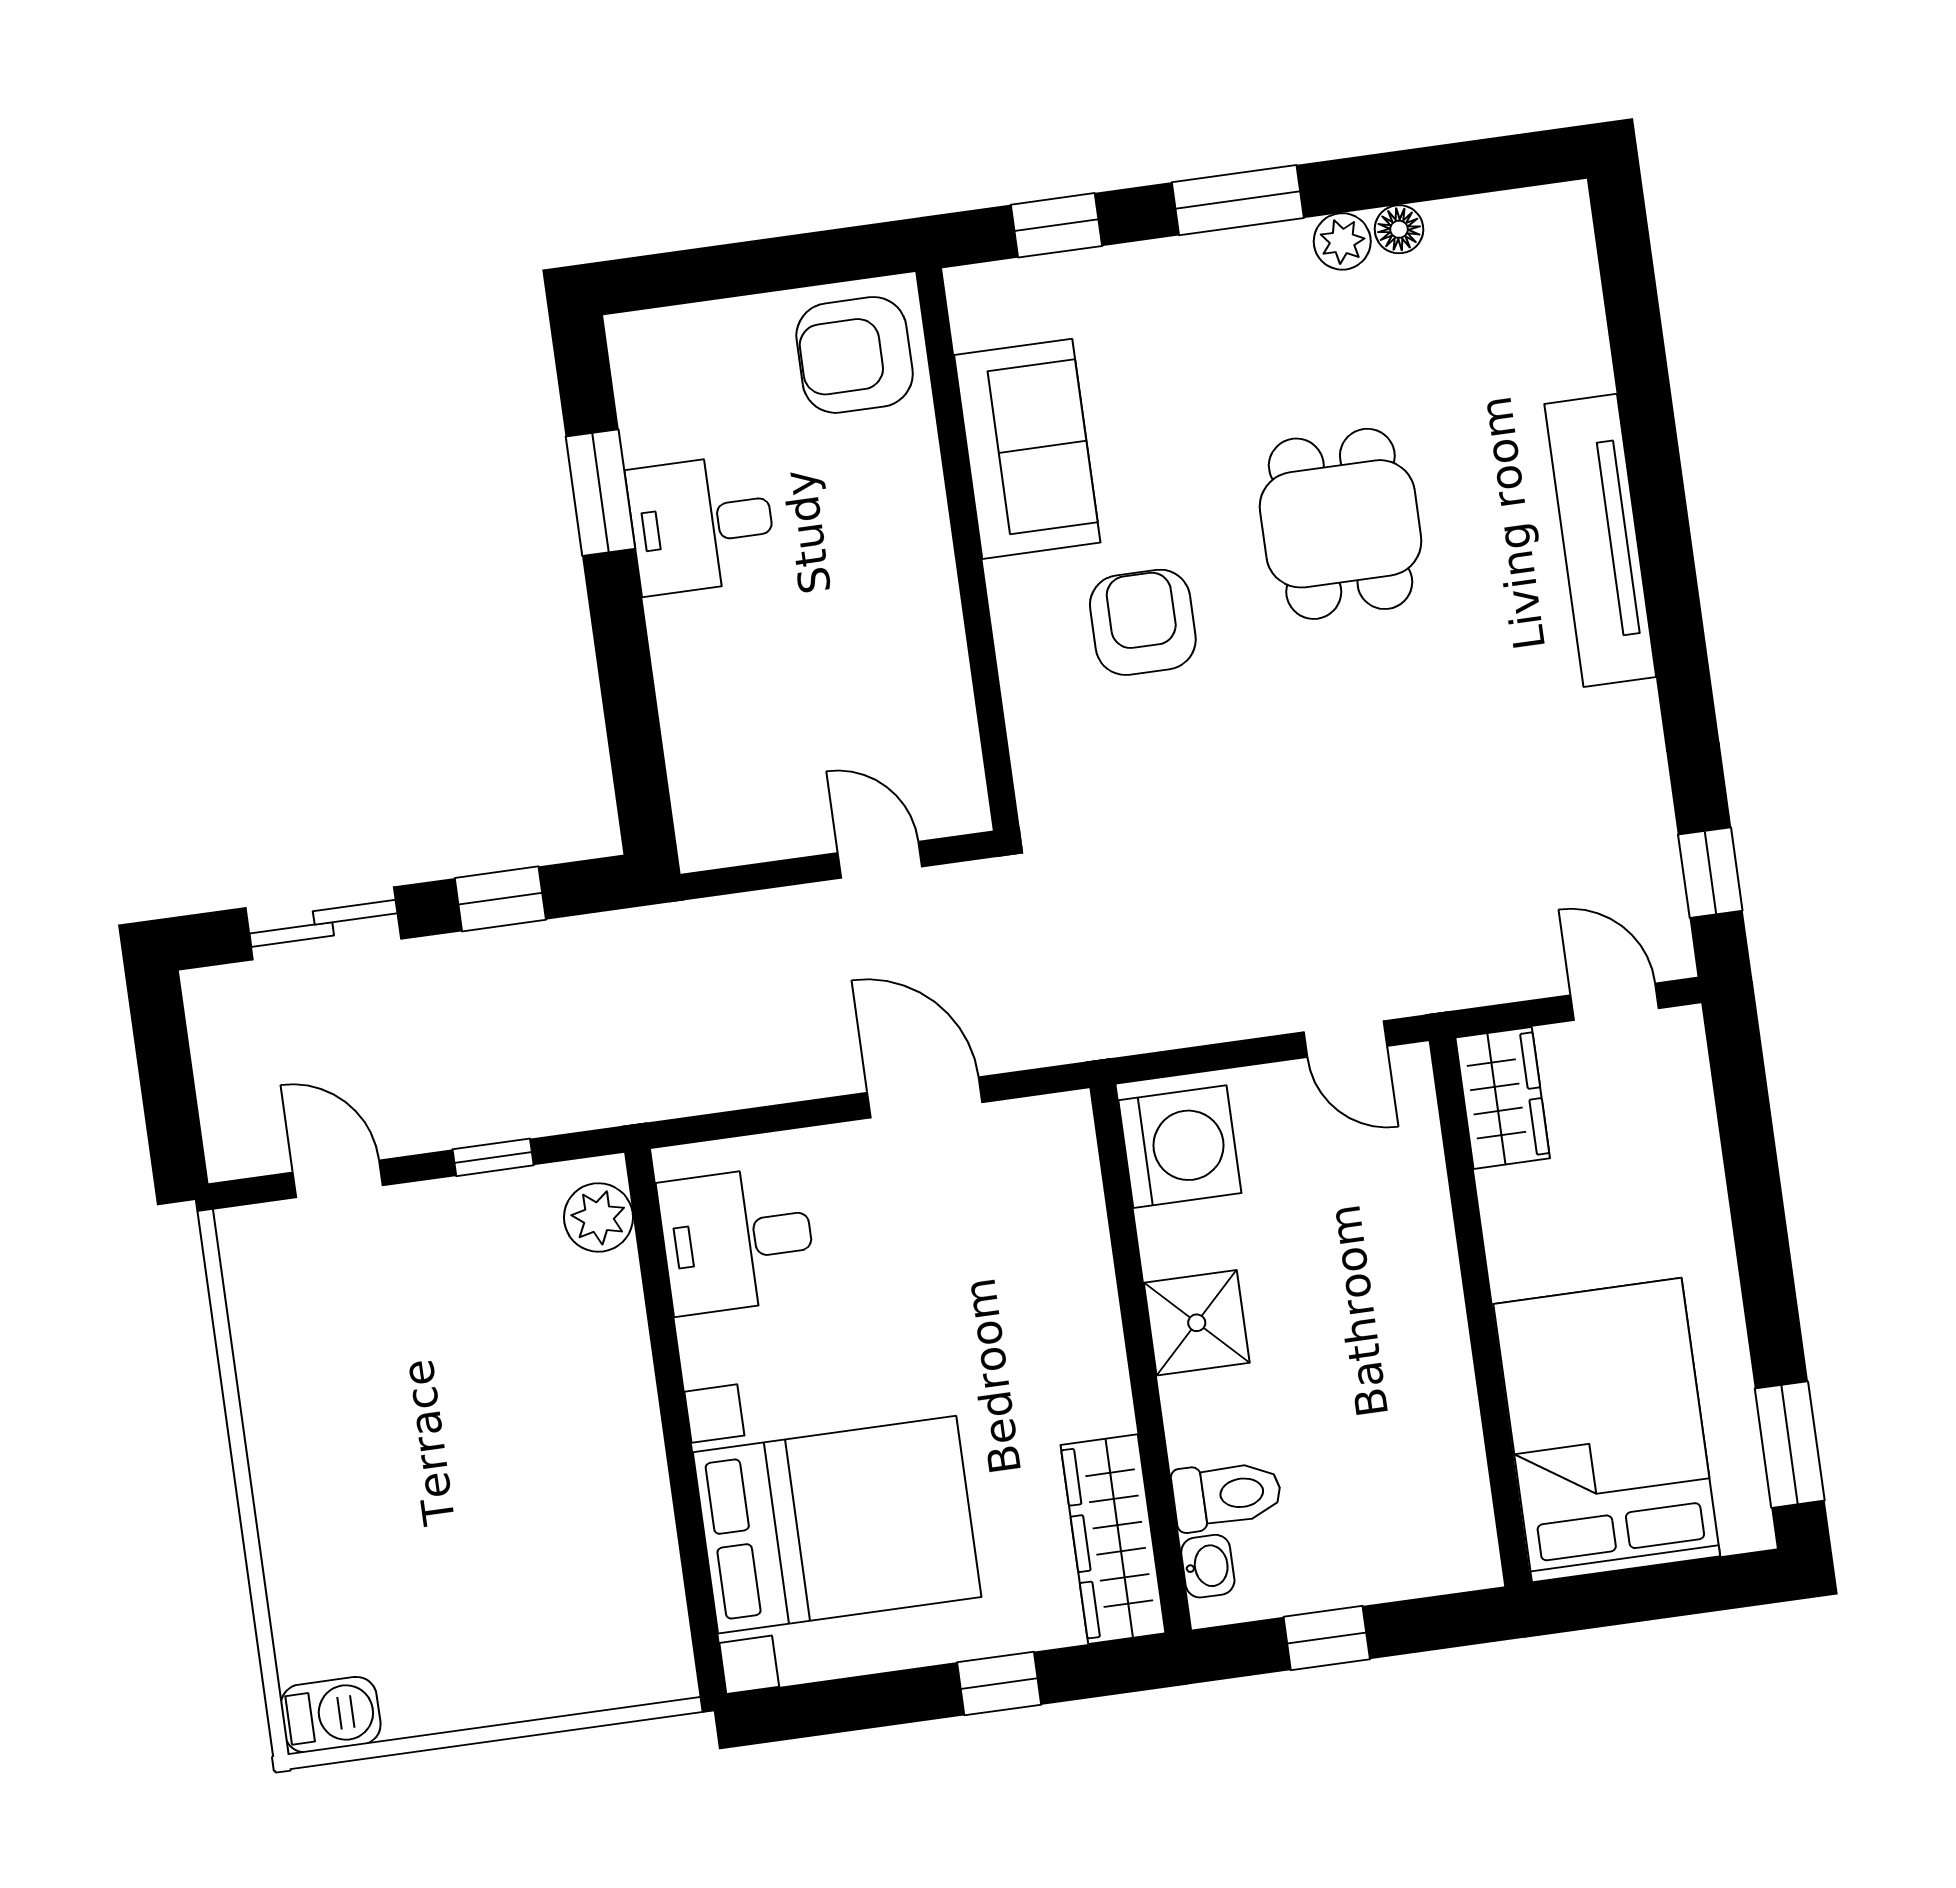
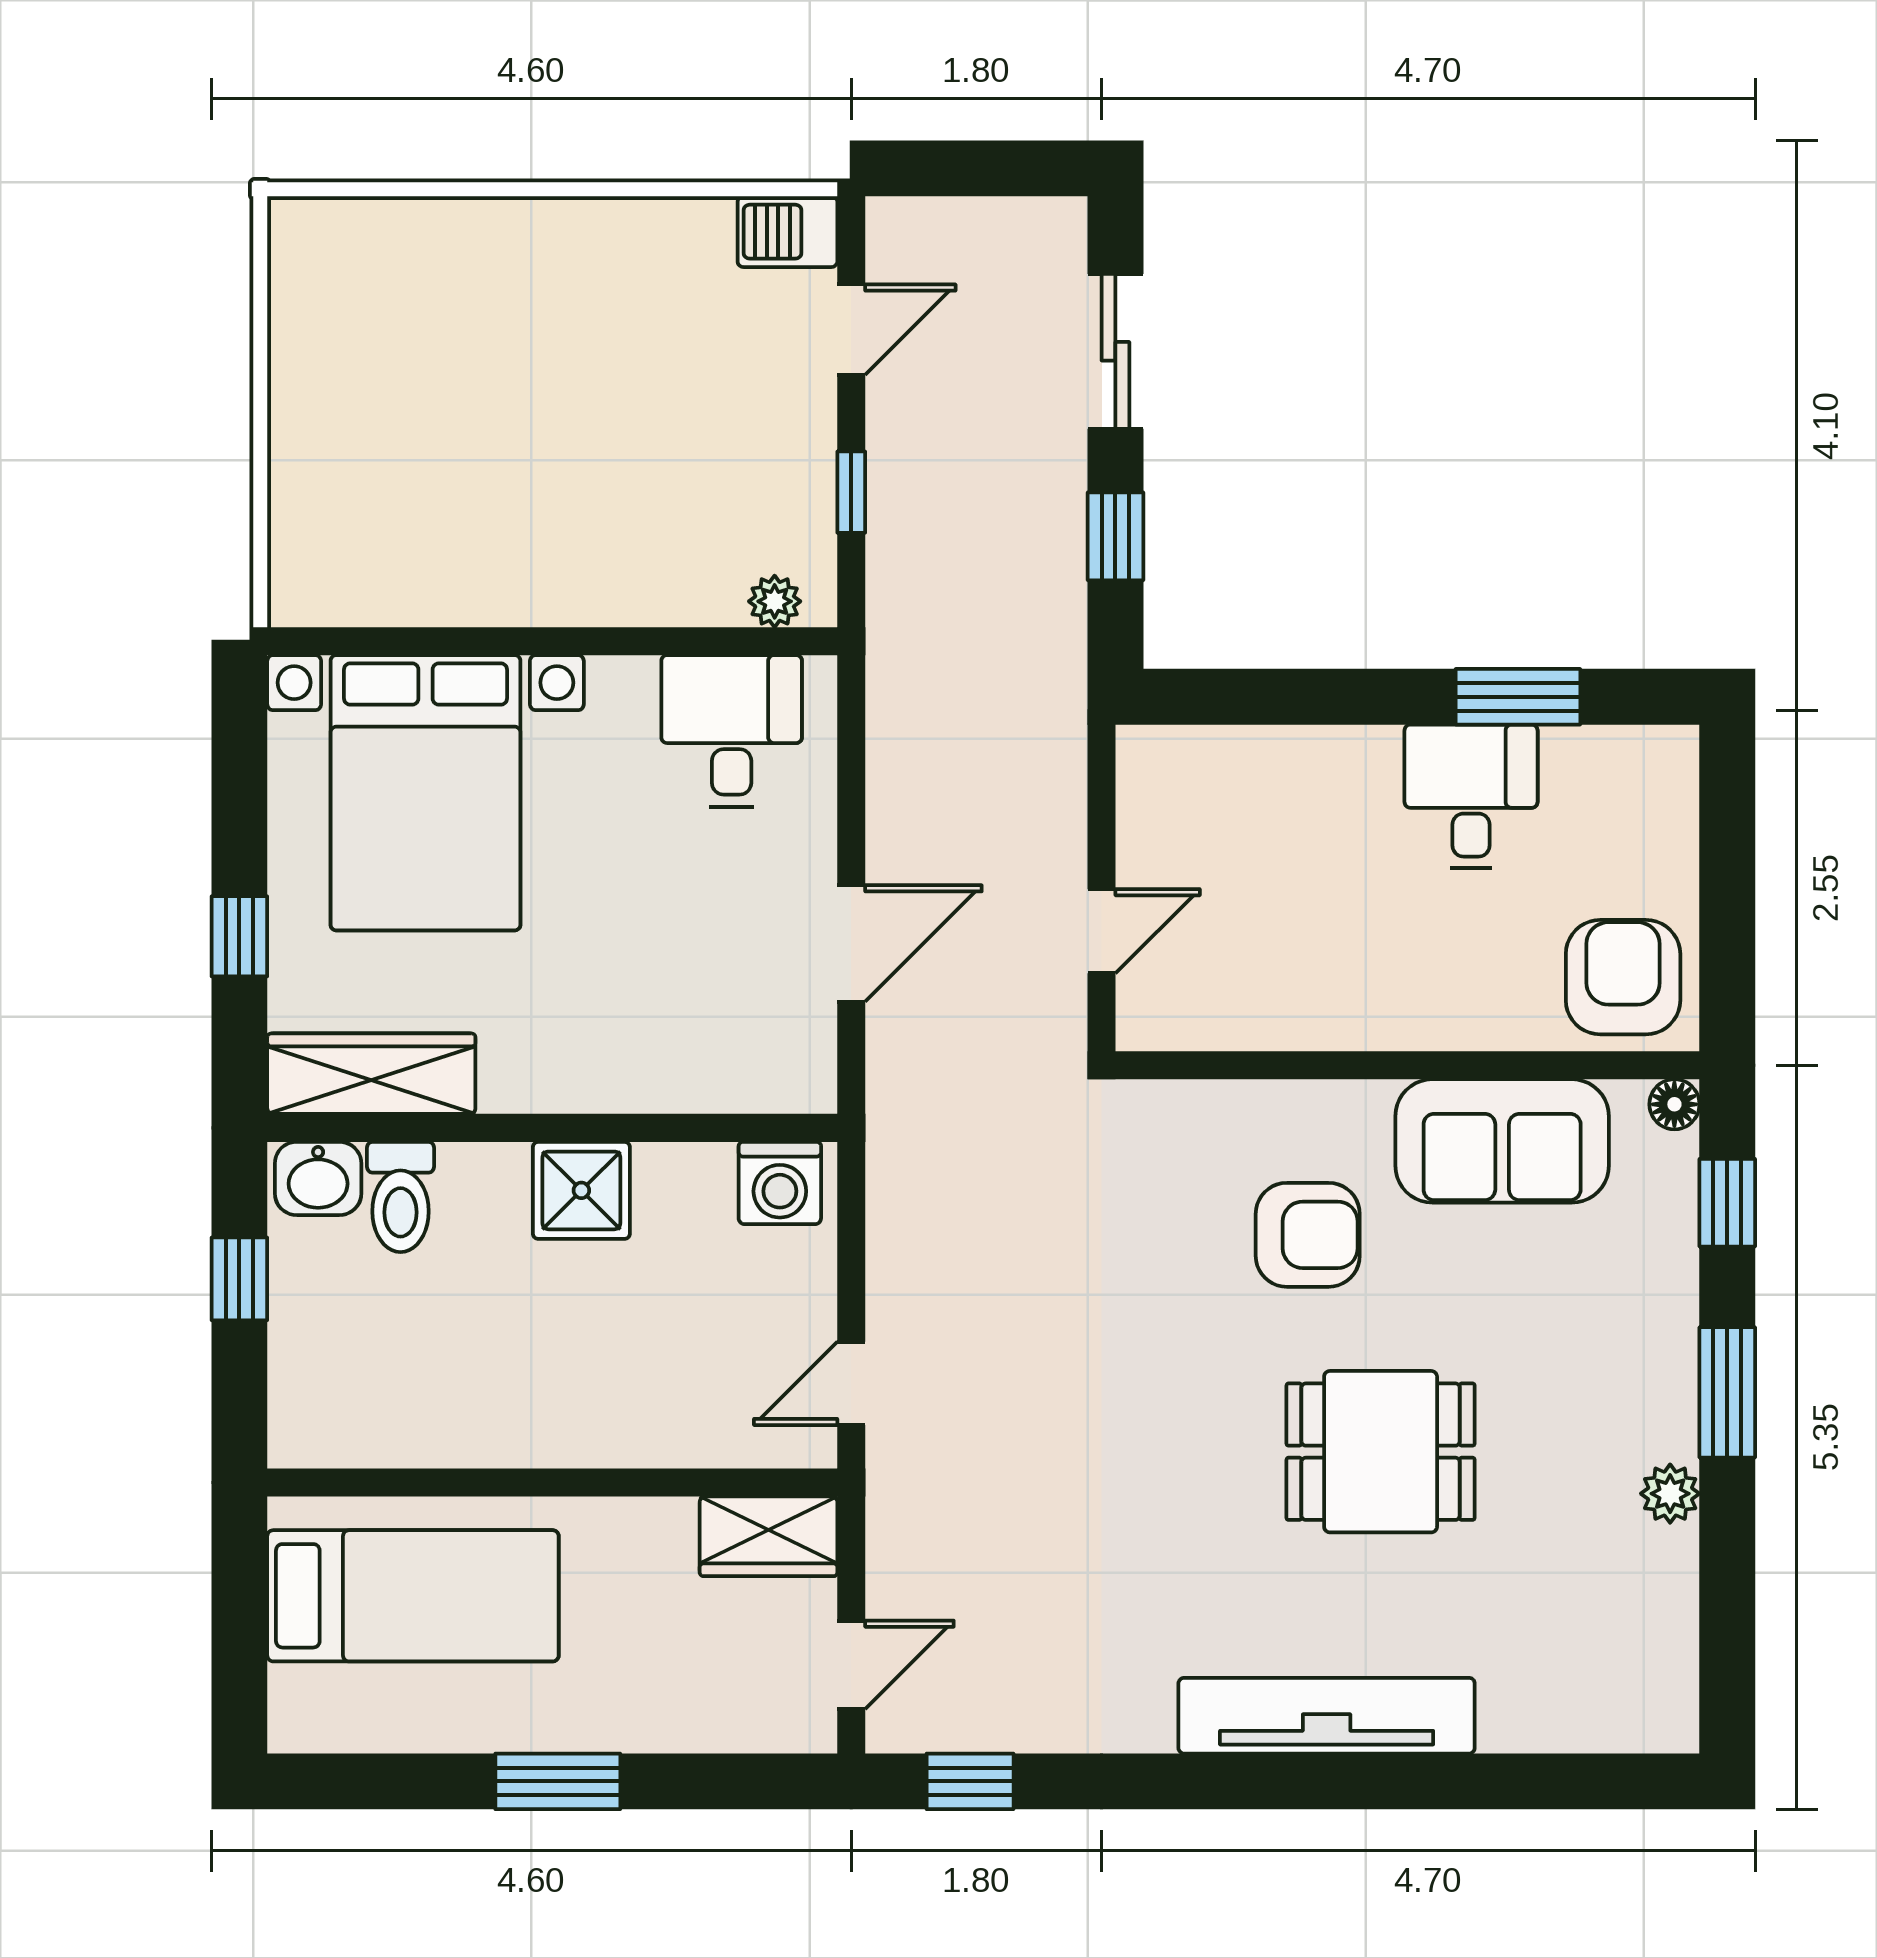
floor lamp: (1399, 229) -> (1674, 1104), moved
washing machine: (1180, 1147) -> (780, 1183), width x0.73, depth x0.73
plant: (598, 1217) -> (775, 601), width x0.73, depth x0.73
bed: (1607, 1430) -> (413, 1596), width x0.67
window: (1790, 1445) -> (558, 1781), moved
washbasin: (1208, 1566) -> (318, 1178), width x1.38, depth x1.45
barbecue: (331, 1715) -> (787, 232), moved, turned 90

